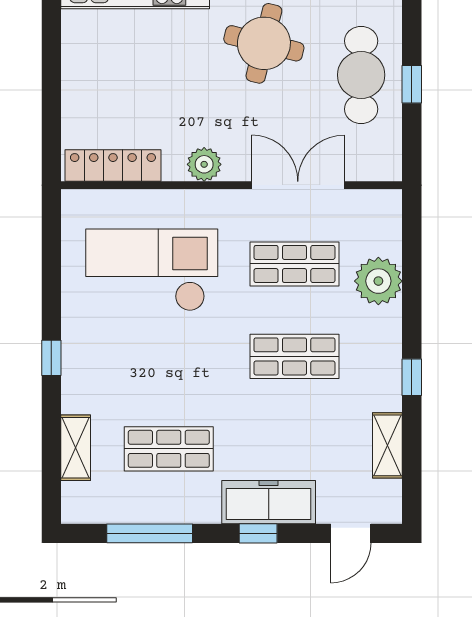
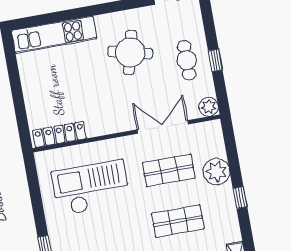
cafe table: (361, 75) -> (187, 60), width x0.73, depth x0.74
plant: (204, 164) -> (209, 107), moved
window: (412, 377) -> (240, 198), moved

